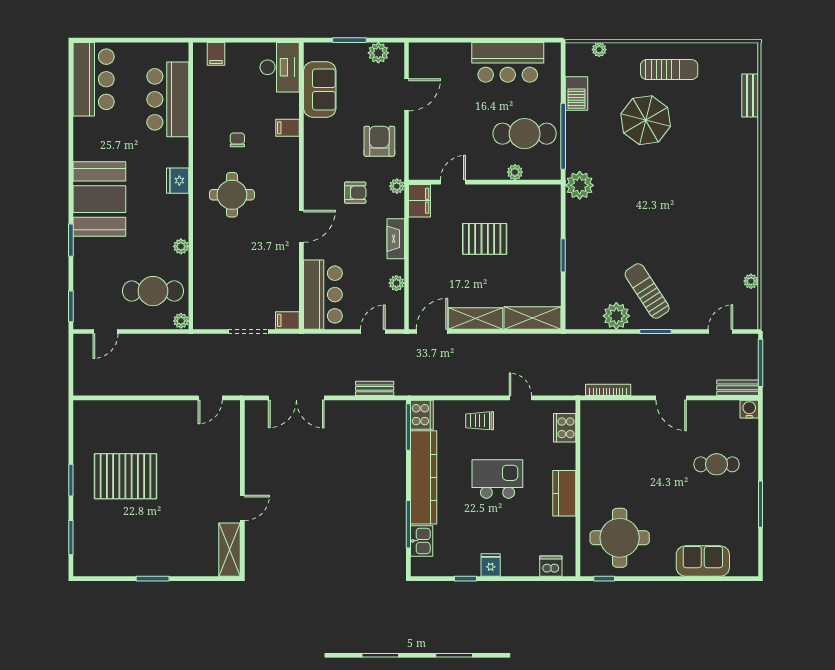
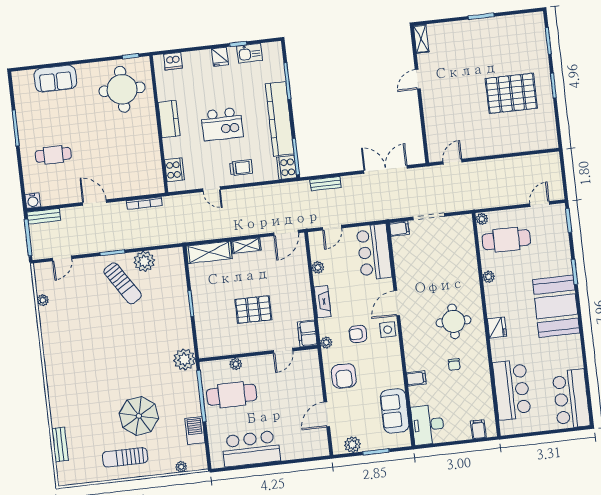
side table: (317, 194) -> (388, 330), added
shelving: (476, 318) -> (246, 246), width x0.67, depth x0.75
kitchen sink: (422, 541) -> (250, 53), moved, turned -90
shelving: (229, 550) -> (421, 39), width x0.67, depth x0.75

